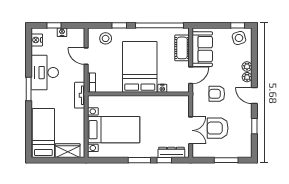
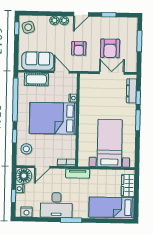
floor lamp: (76, 36) -> (24, 176), added

